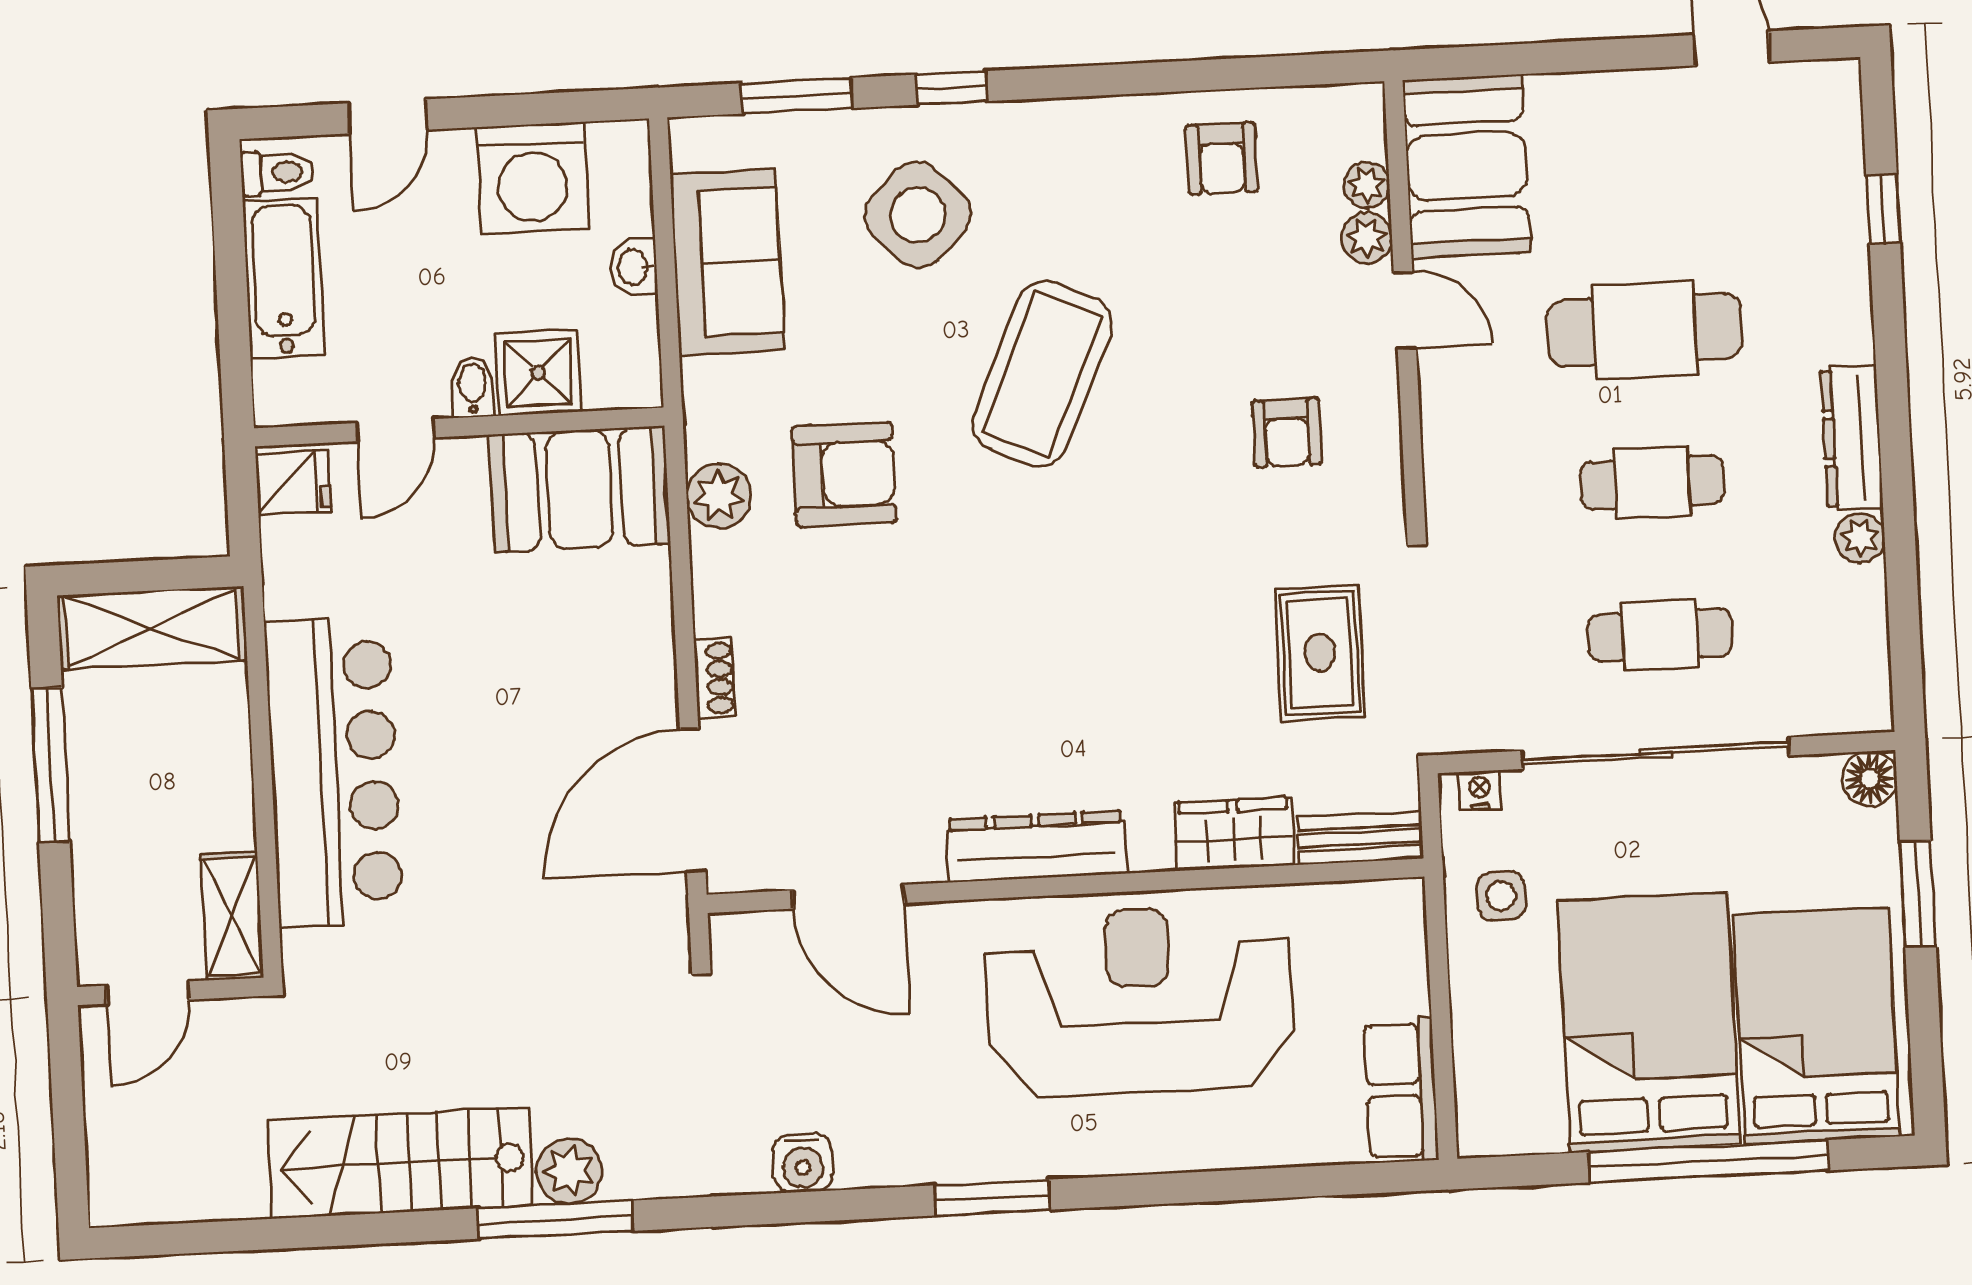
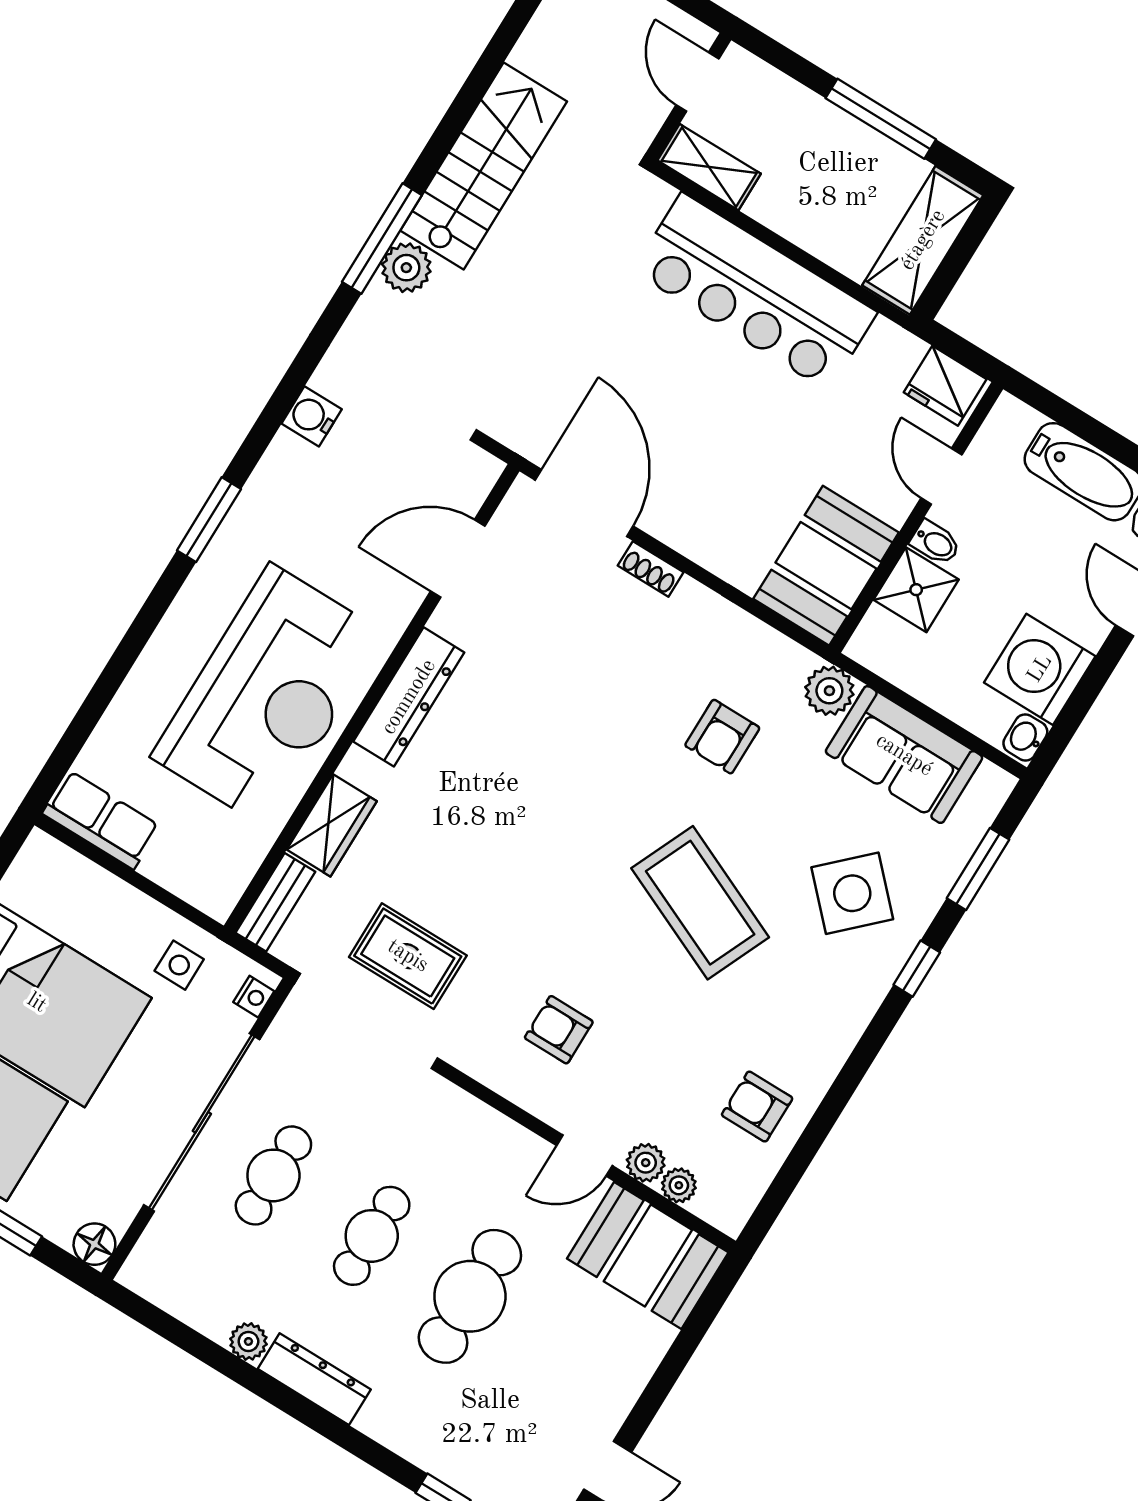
washbasin: (634, 267) -> (1025, 737), moved, turned -90
armchair: (844, 474) -> (722, 737), width x0.72, depth x0.72
fridge: (293, 482) -> (945, 386), width x1.38
plant: (719, 496) -> (829, 691), moved

